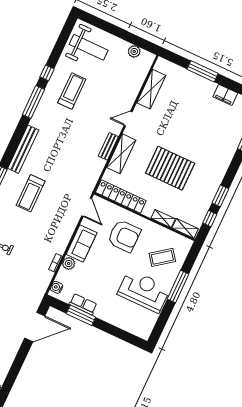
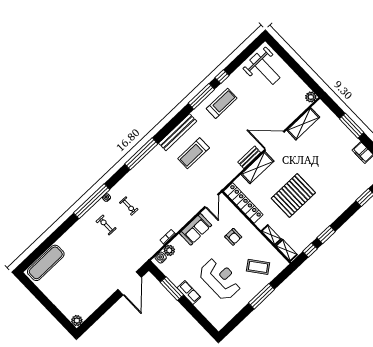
plant: (134, 51) -> (311, 97), moved
treadmill: (72, 91) -> (222, 103), moved
door: (128, 119) -> (274, 141), width x1.87
pallet: (170, 168) -> (293, 195), turned 90
treadmill: (31, 193) -> (194, 153), moved
armchair: (124, 236) -> (233, 237), width x0.53, depth x0.53
plant: (69, 263) -> (169, 250), moved
reception desk: (144, 291) -> (220, 279), moved
row of seats: (83, 304) -> (189, 293), moved
door: (35, 327) -> (130, 283), hinge flipped

